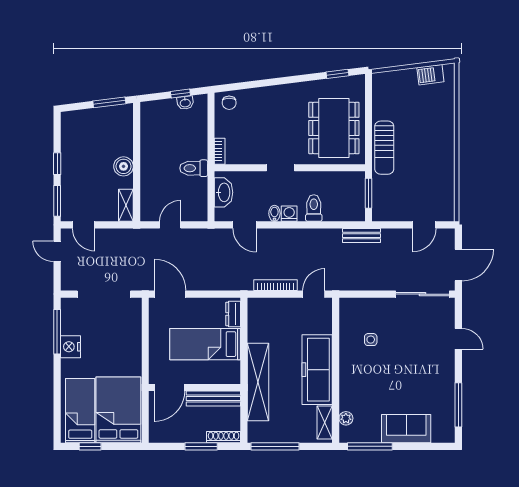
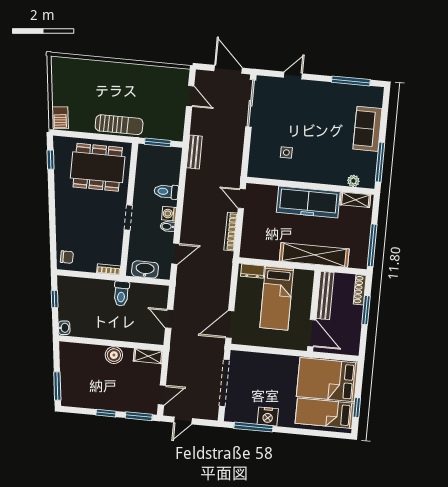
barbecue: (430, 75) -> (60, 118), moved
window: (109, 102) -> (57, 386), moved
washbasin: (185, 103) -> (64, 328), moved

